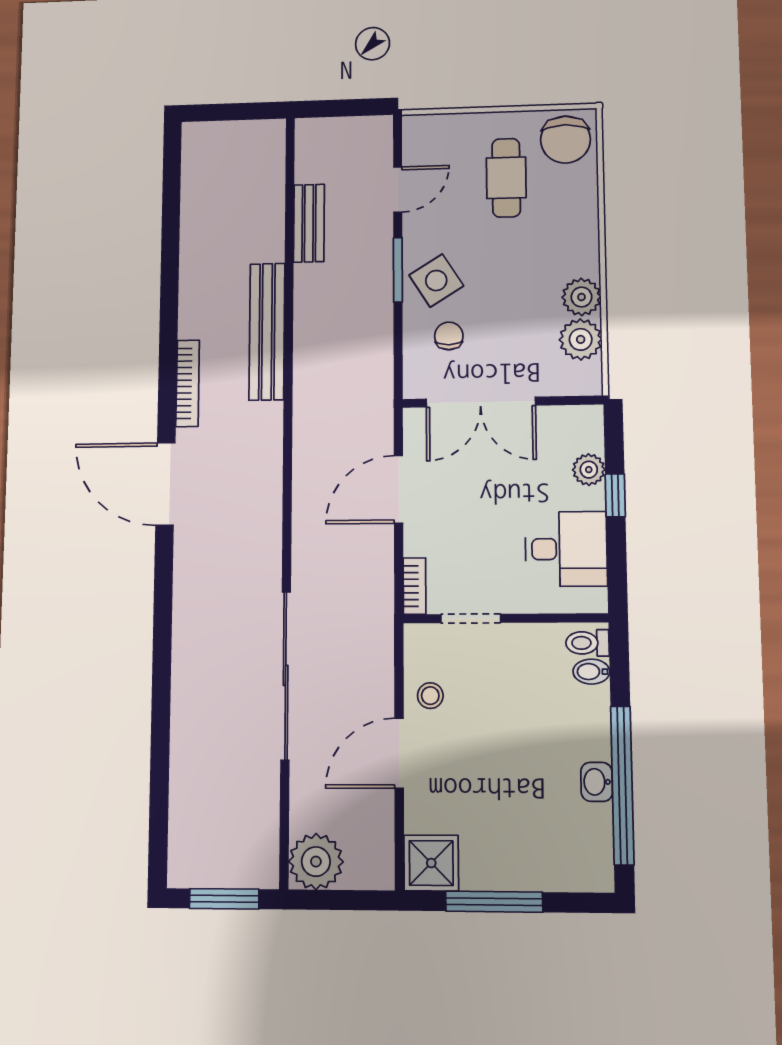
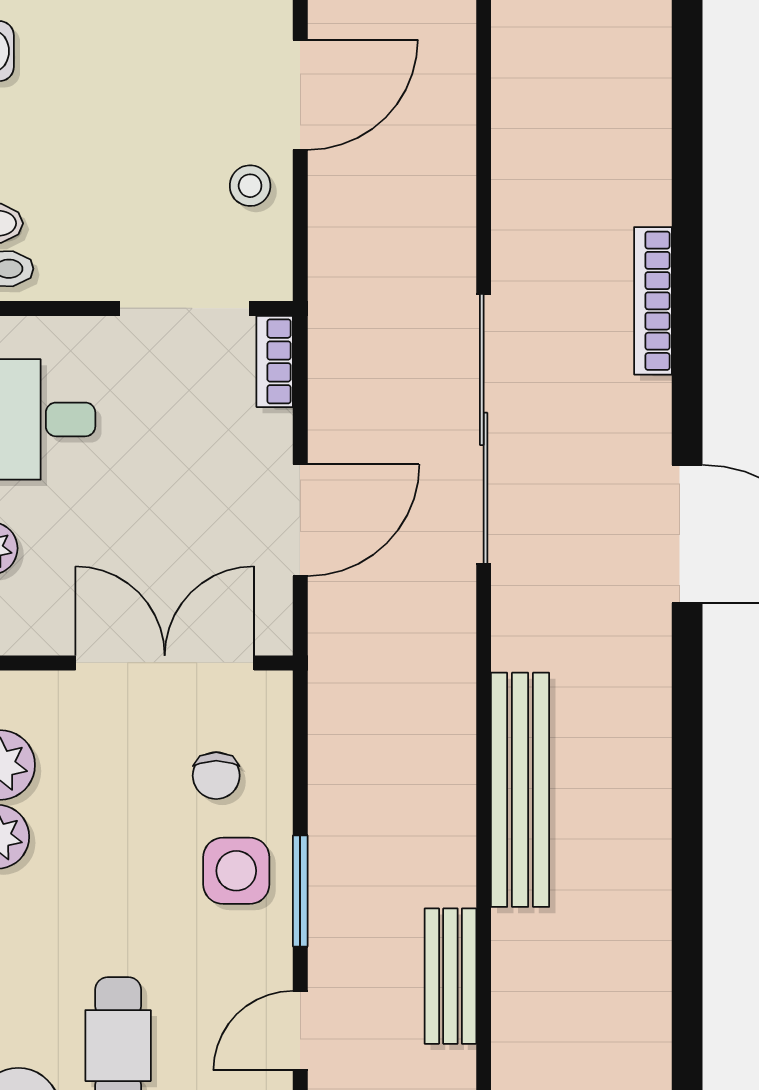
side table: (436, 281) -> (236, 871), turned 32
bookcase: (188, 383) -> (653, 301), moved
doorway: (471, 619) -> (185, 308), width x1.38
sliding door: (286, 675) -> (484, 429), moved

